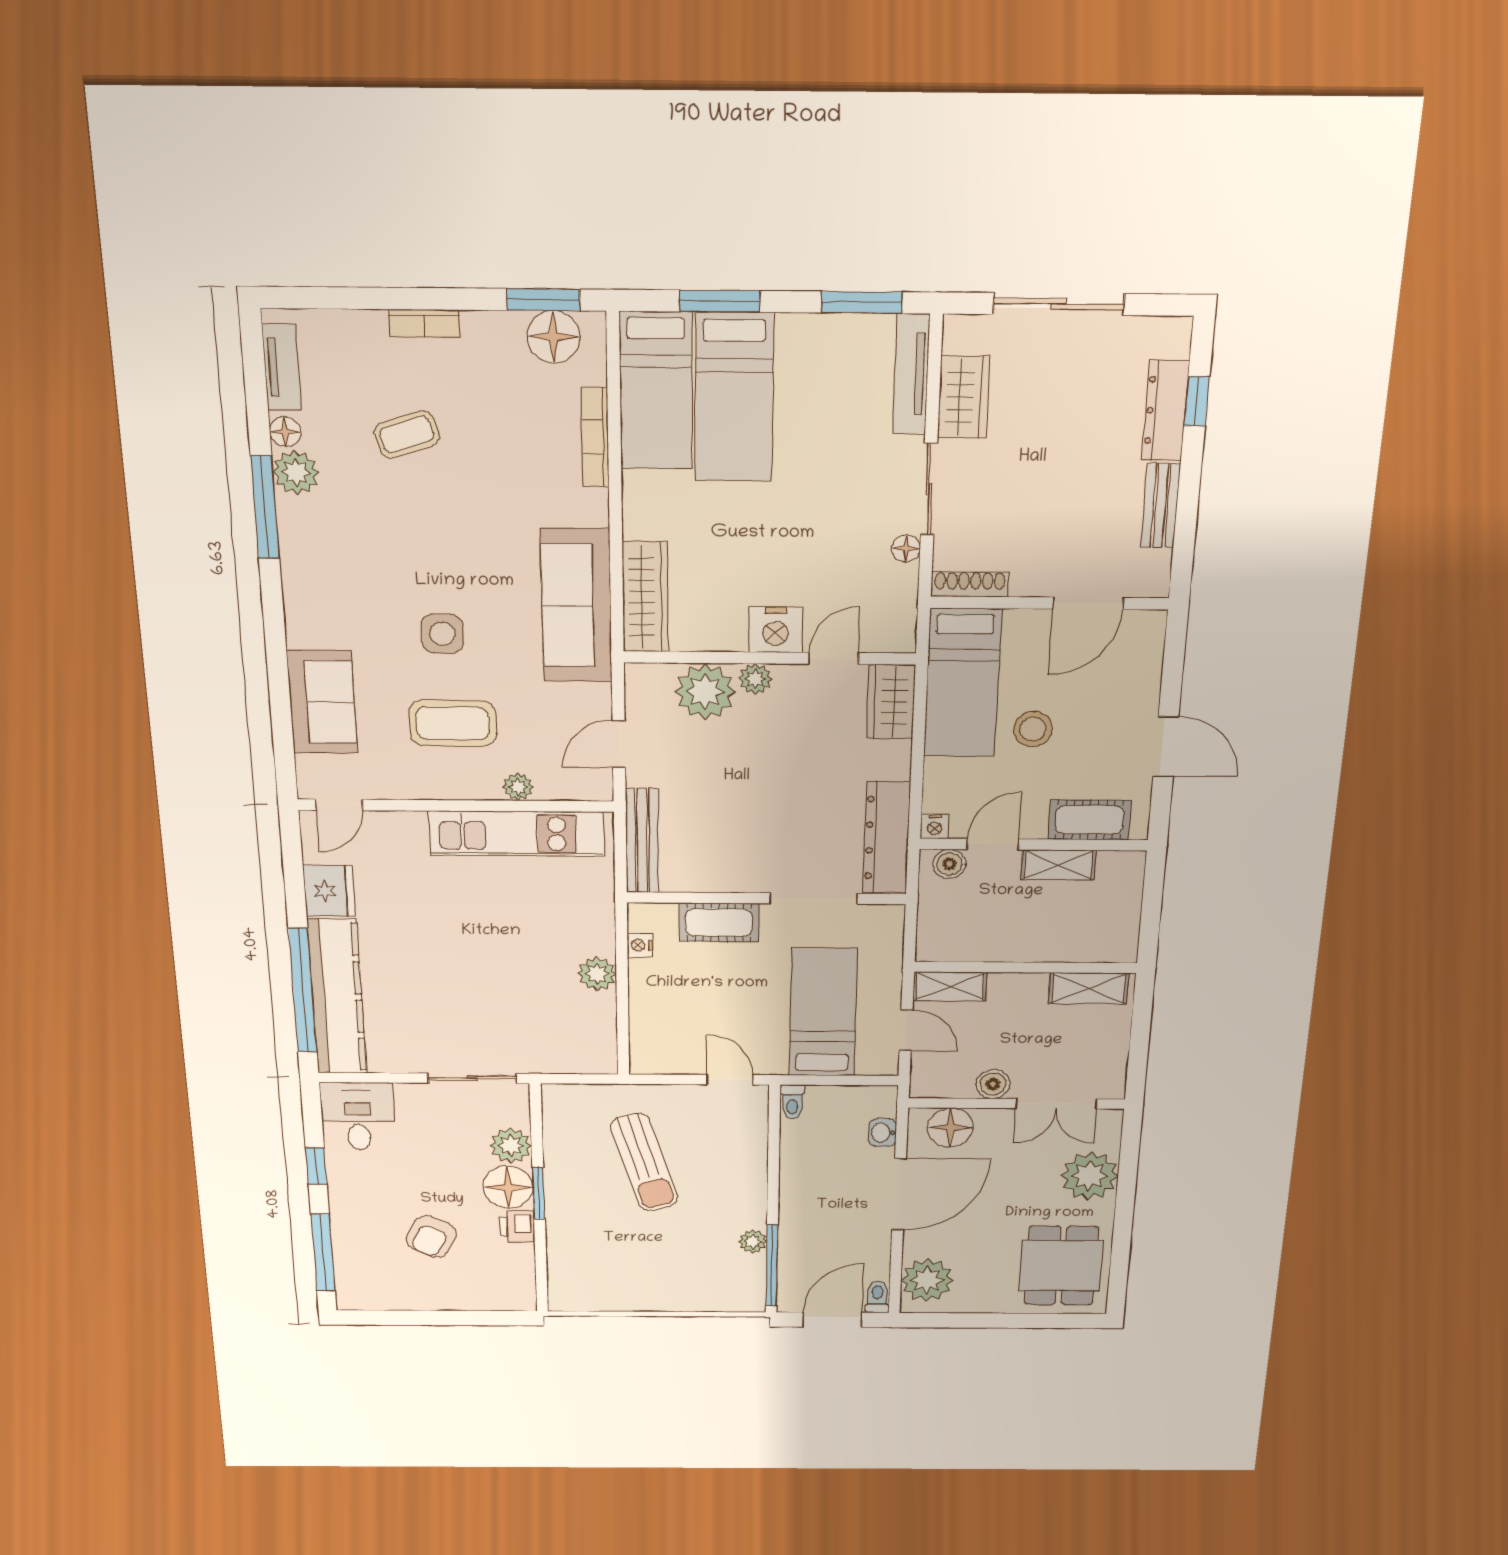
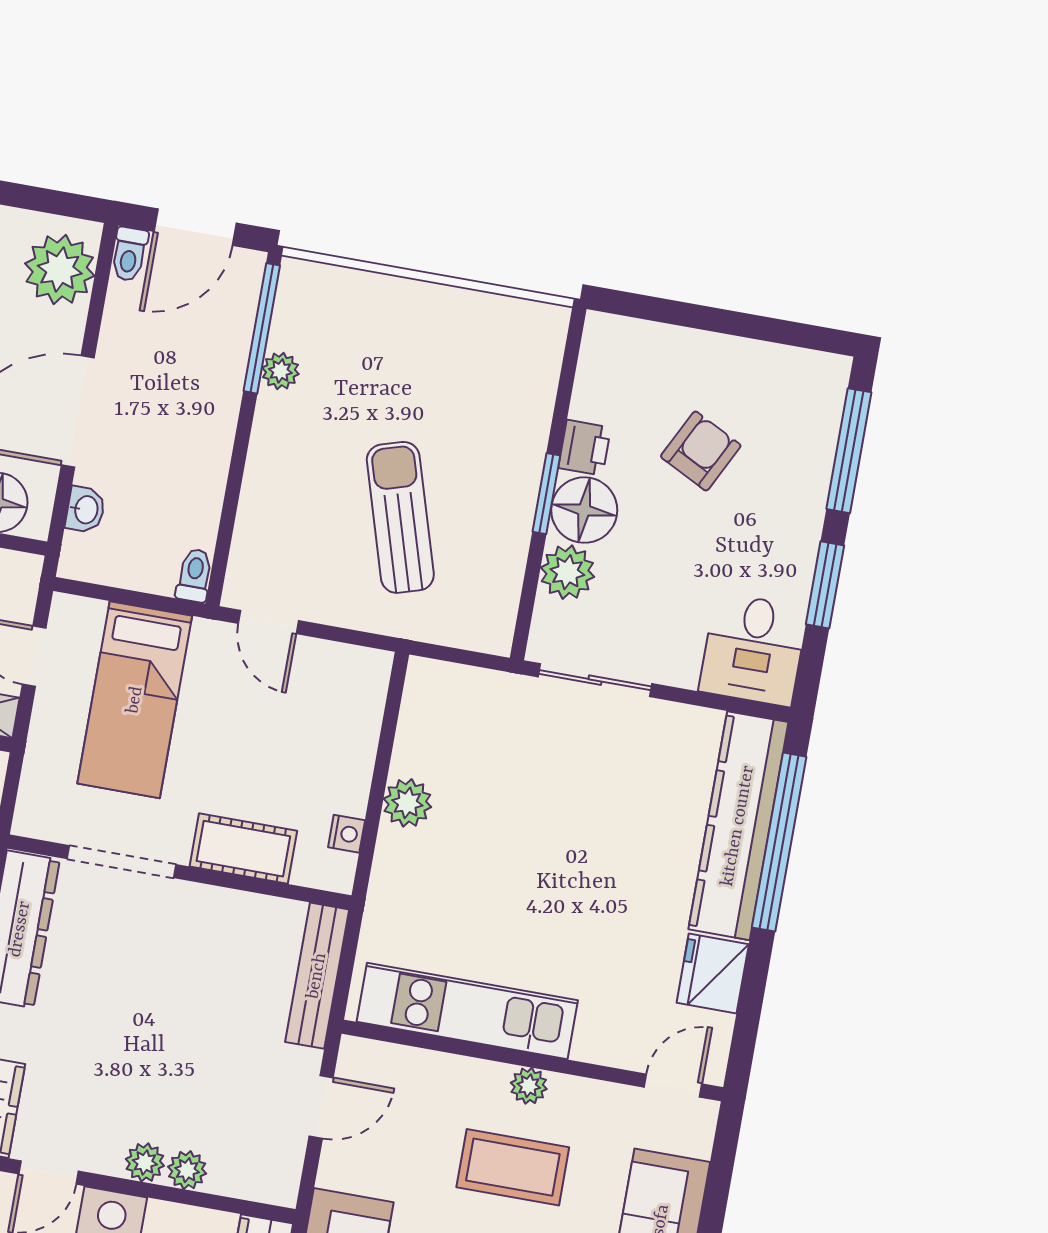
plant: (705, 692) -> (187, 1170), width x0.53, depth x0.53
plant: (518, 787) -> (529, 1086), moved
window: (316, 1166) -> (825, 585), width x1.50

